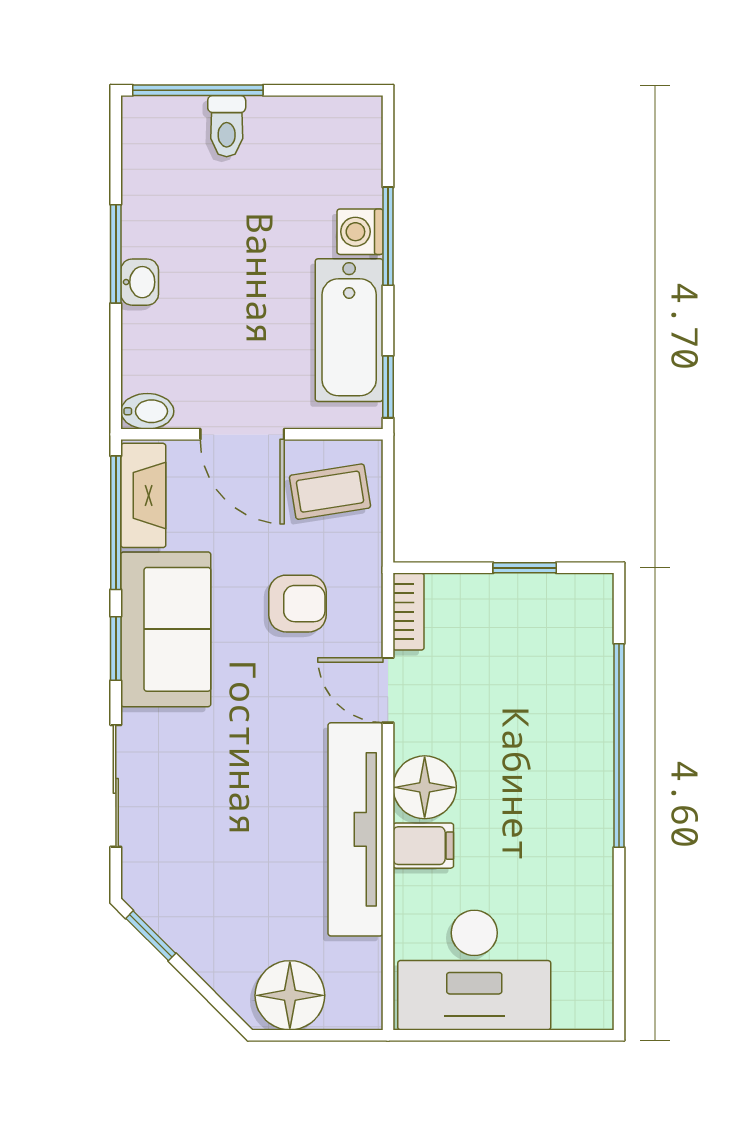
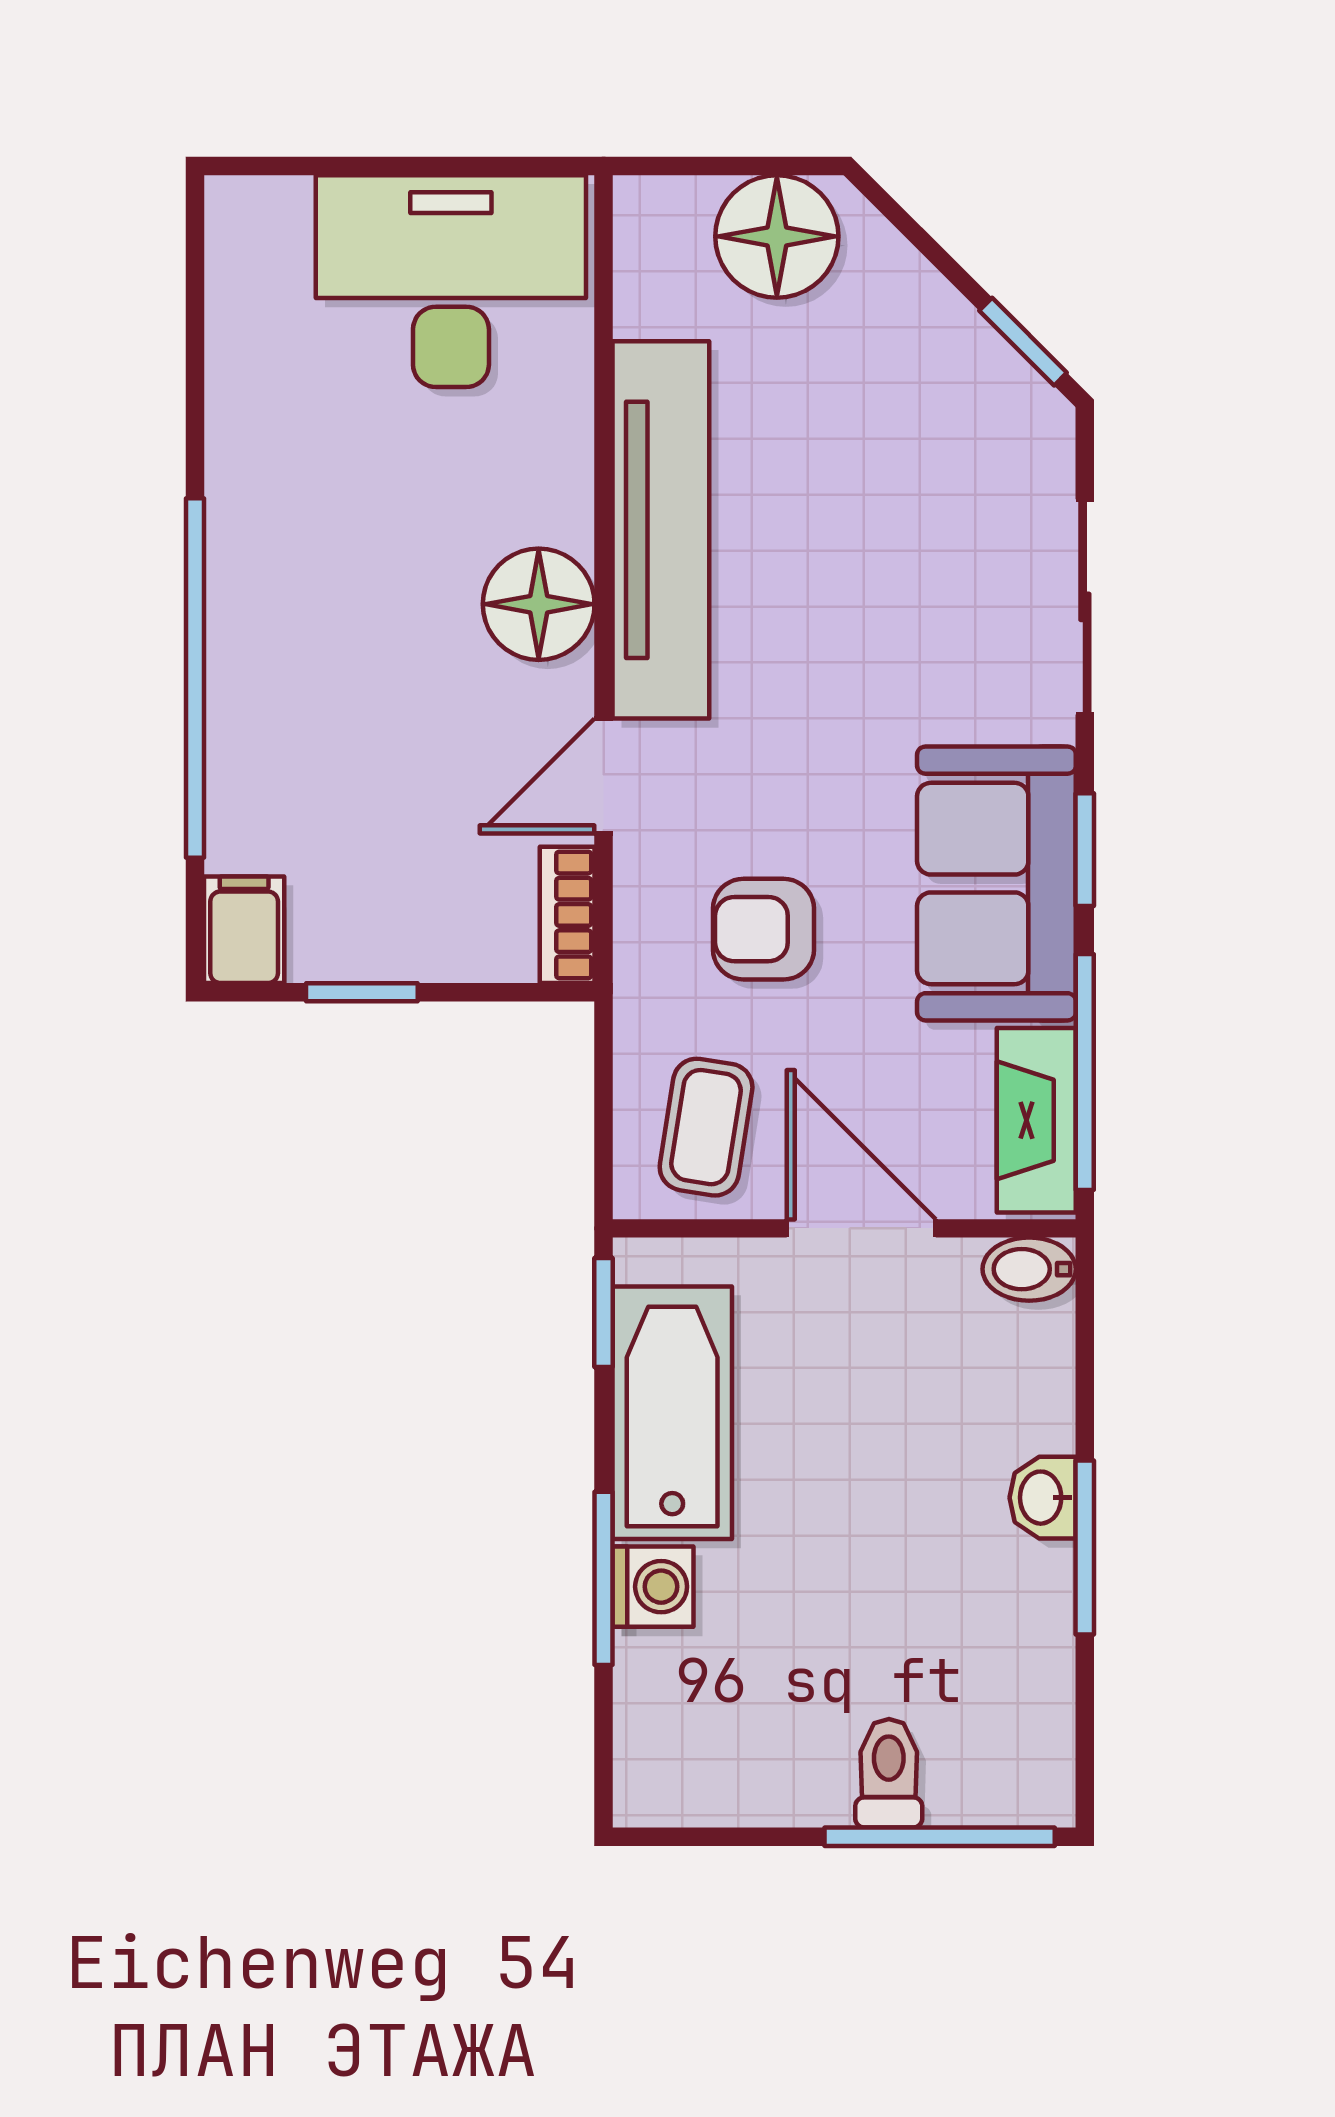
coffee table: (330, 492) -> (706, 1127), turned -72
door: (388, 690) -> (604, 776), swing flipped
filing cabinet: (423, 846) -> (244, 930), moved, turned 90

